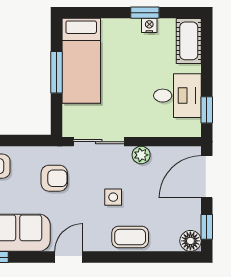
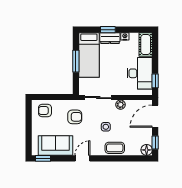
window: (145, 13) -> (108, 30), moved
dresser: (121, 29) -> (110, 38), added
desk: (177, 96) -> (140, 73), width x1.37

